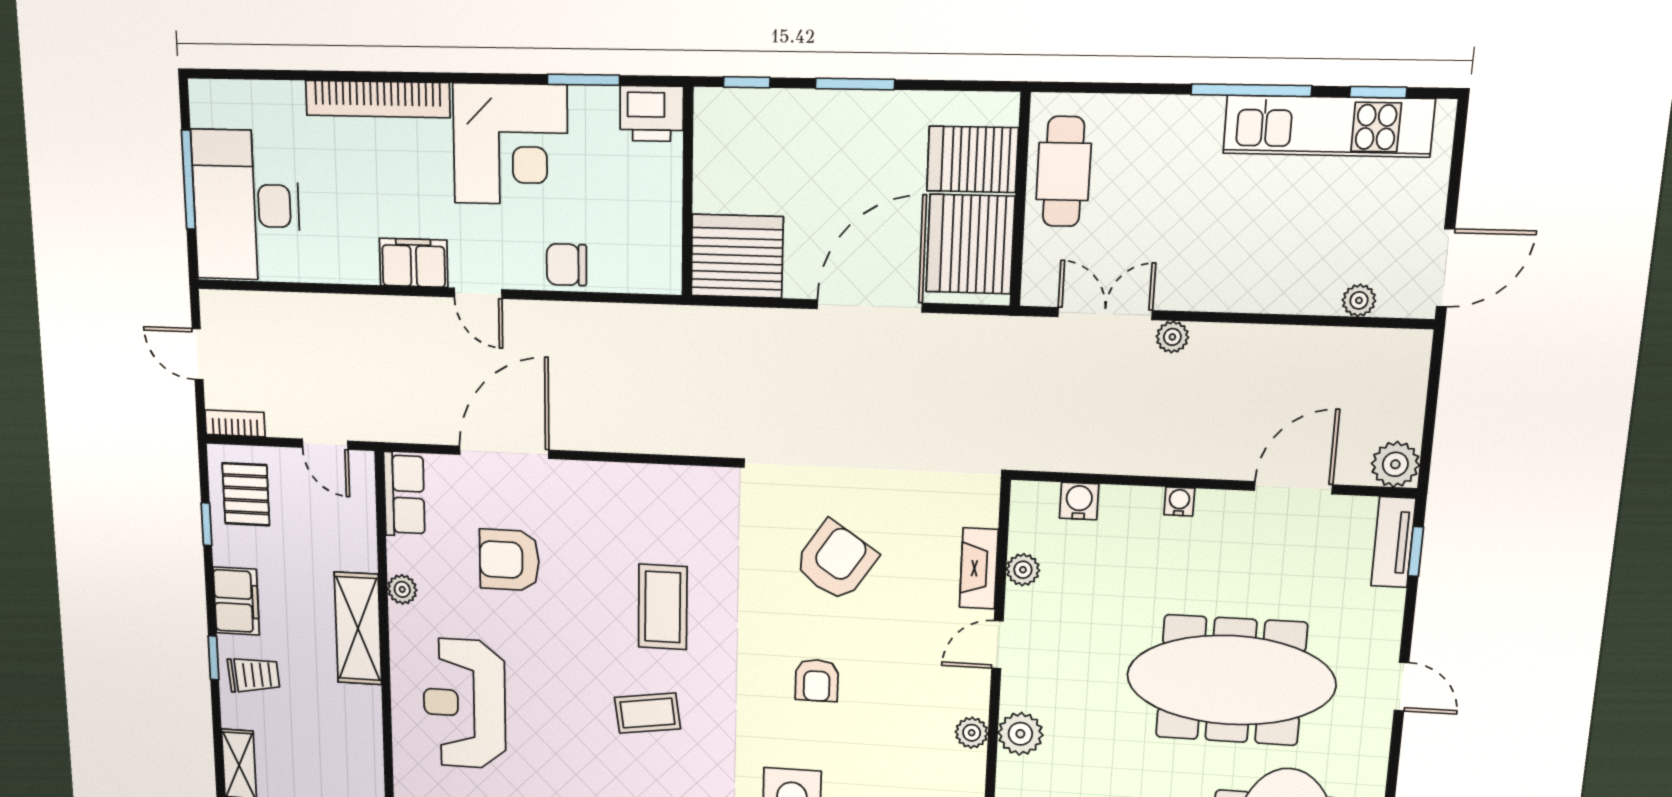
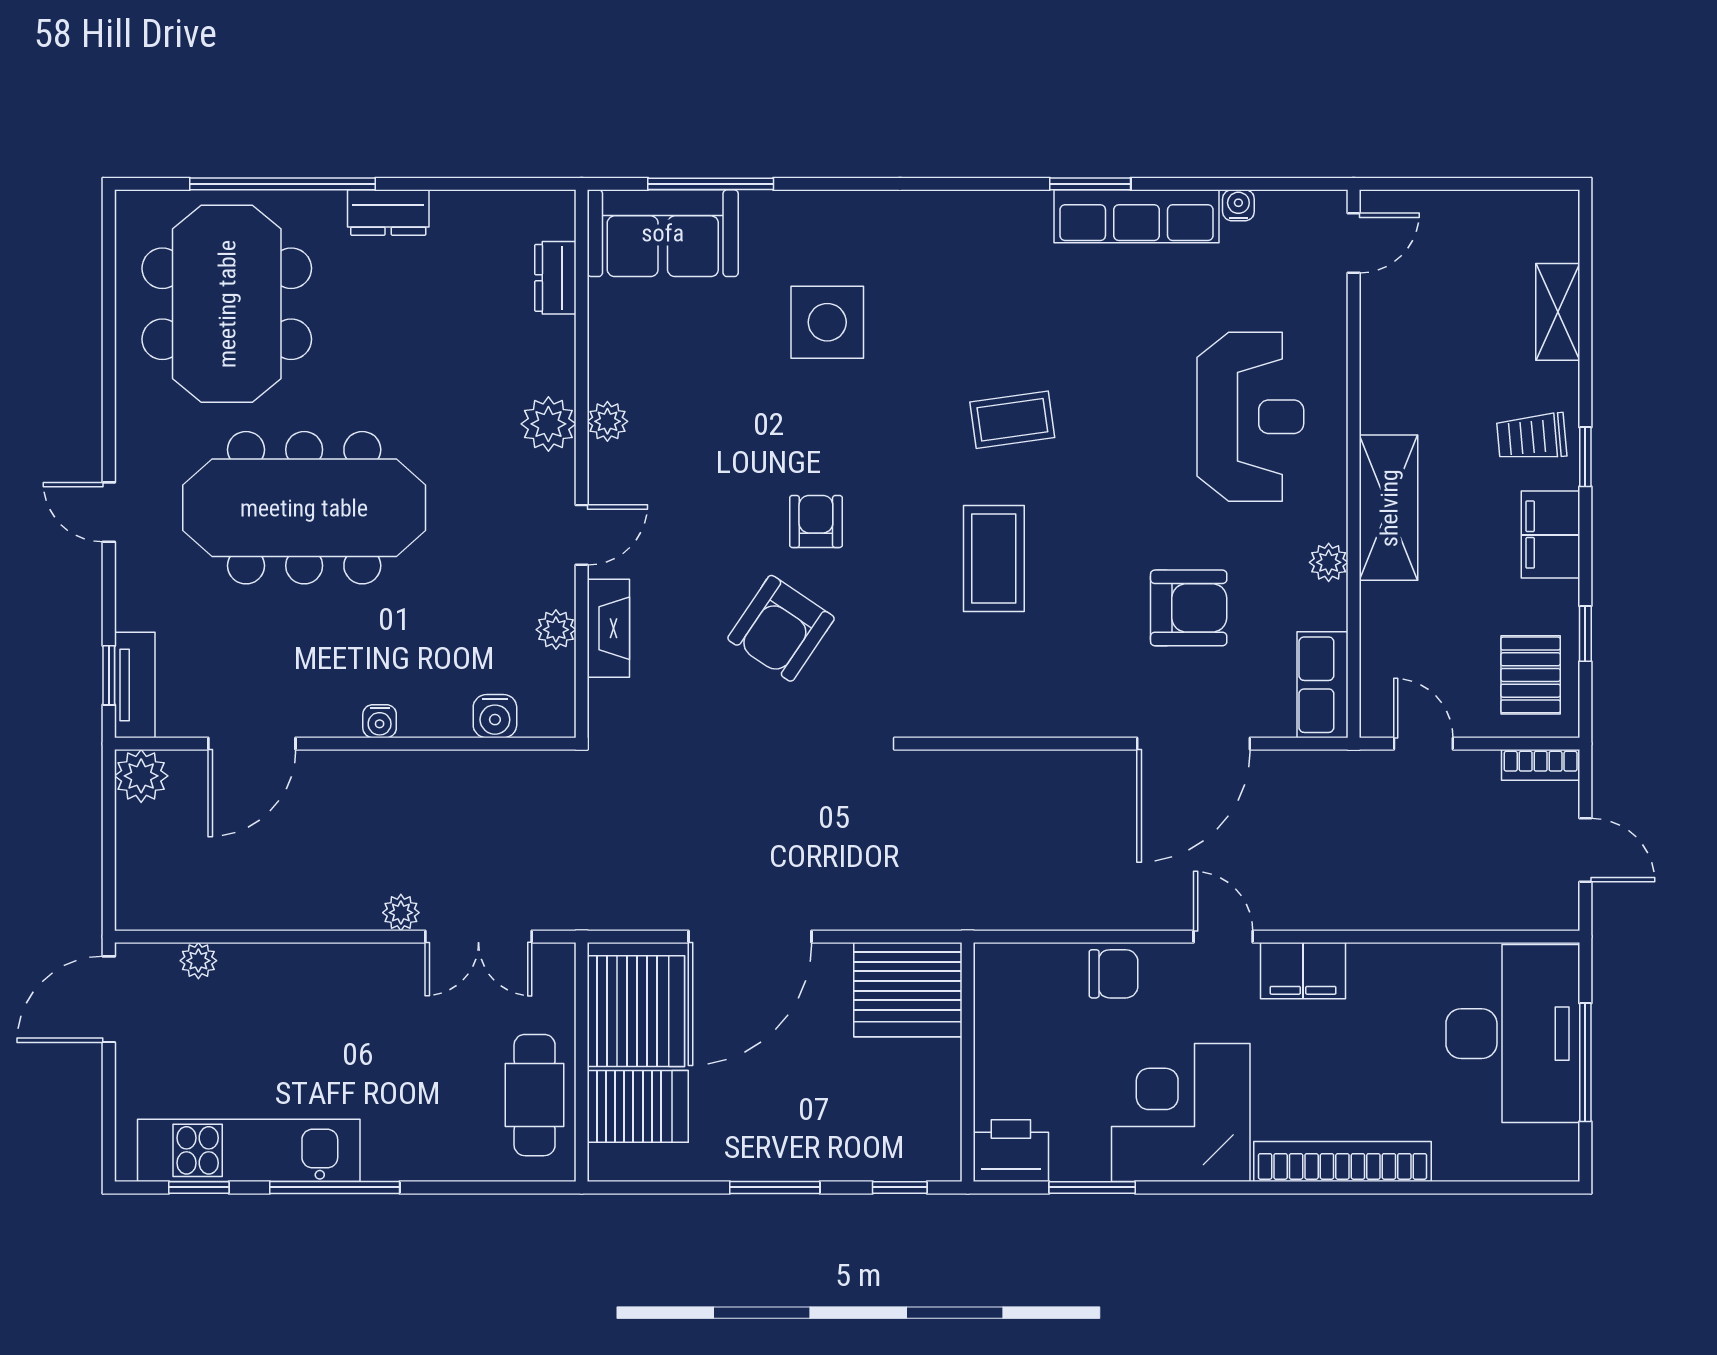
armchair: (817, 680) -> (816, 522), moved

